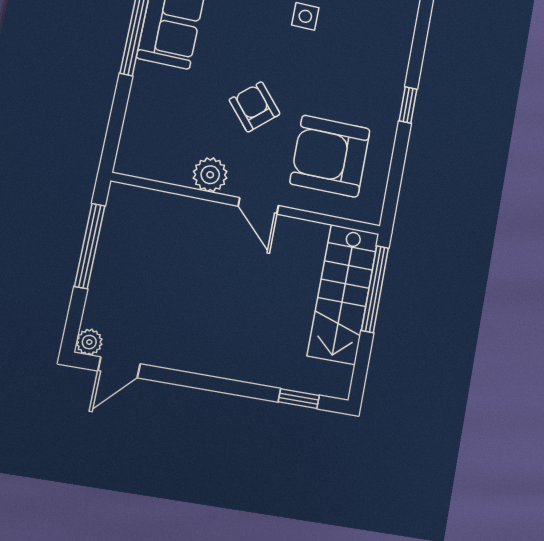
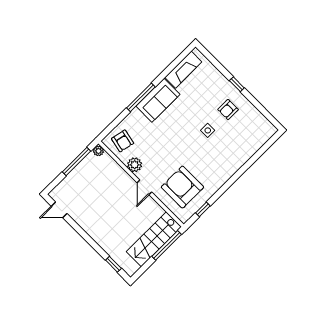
window: (408, 105) -> (203, 209), moved
armchair: (255, 107) -> (123, 141), moved, turned 143
plant: (89, 342) -> (98, 151), moved

